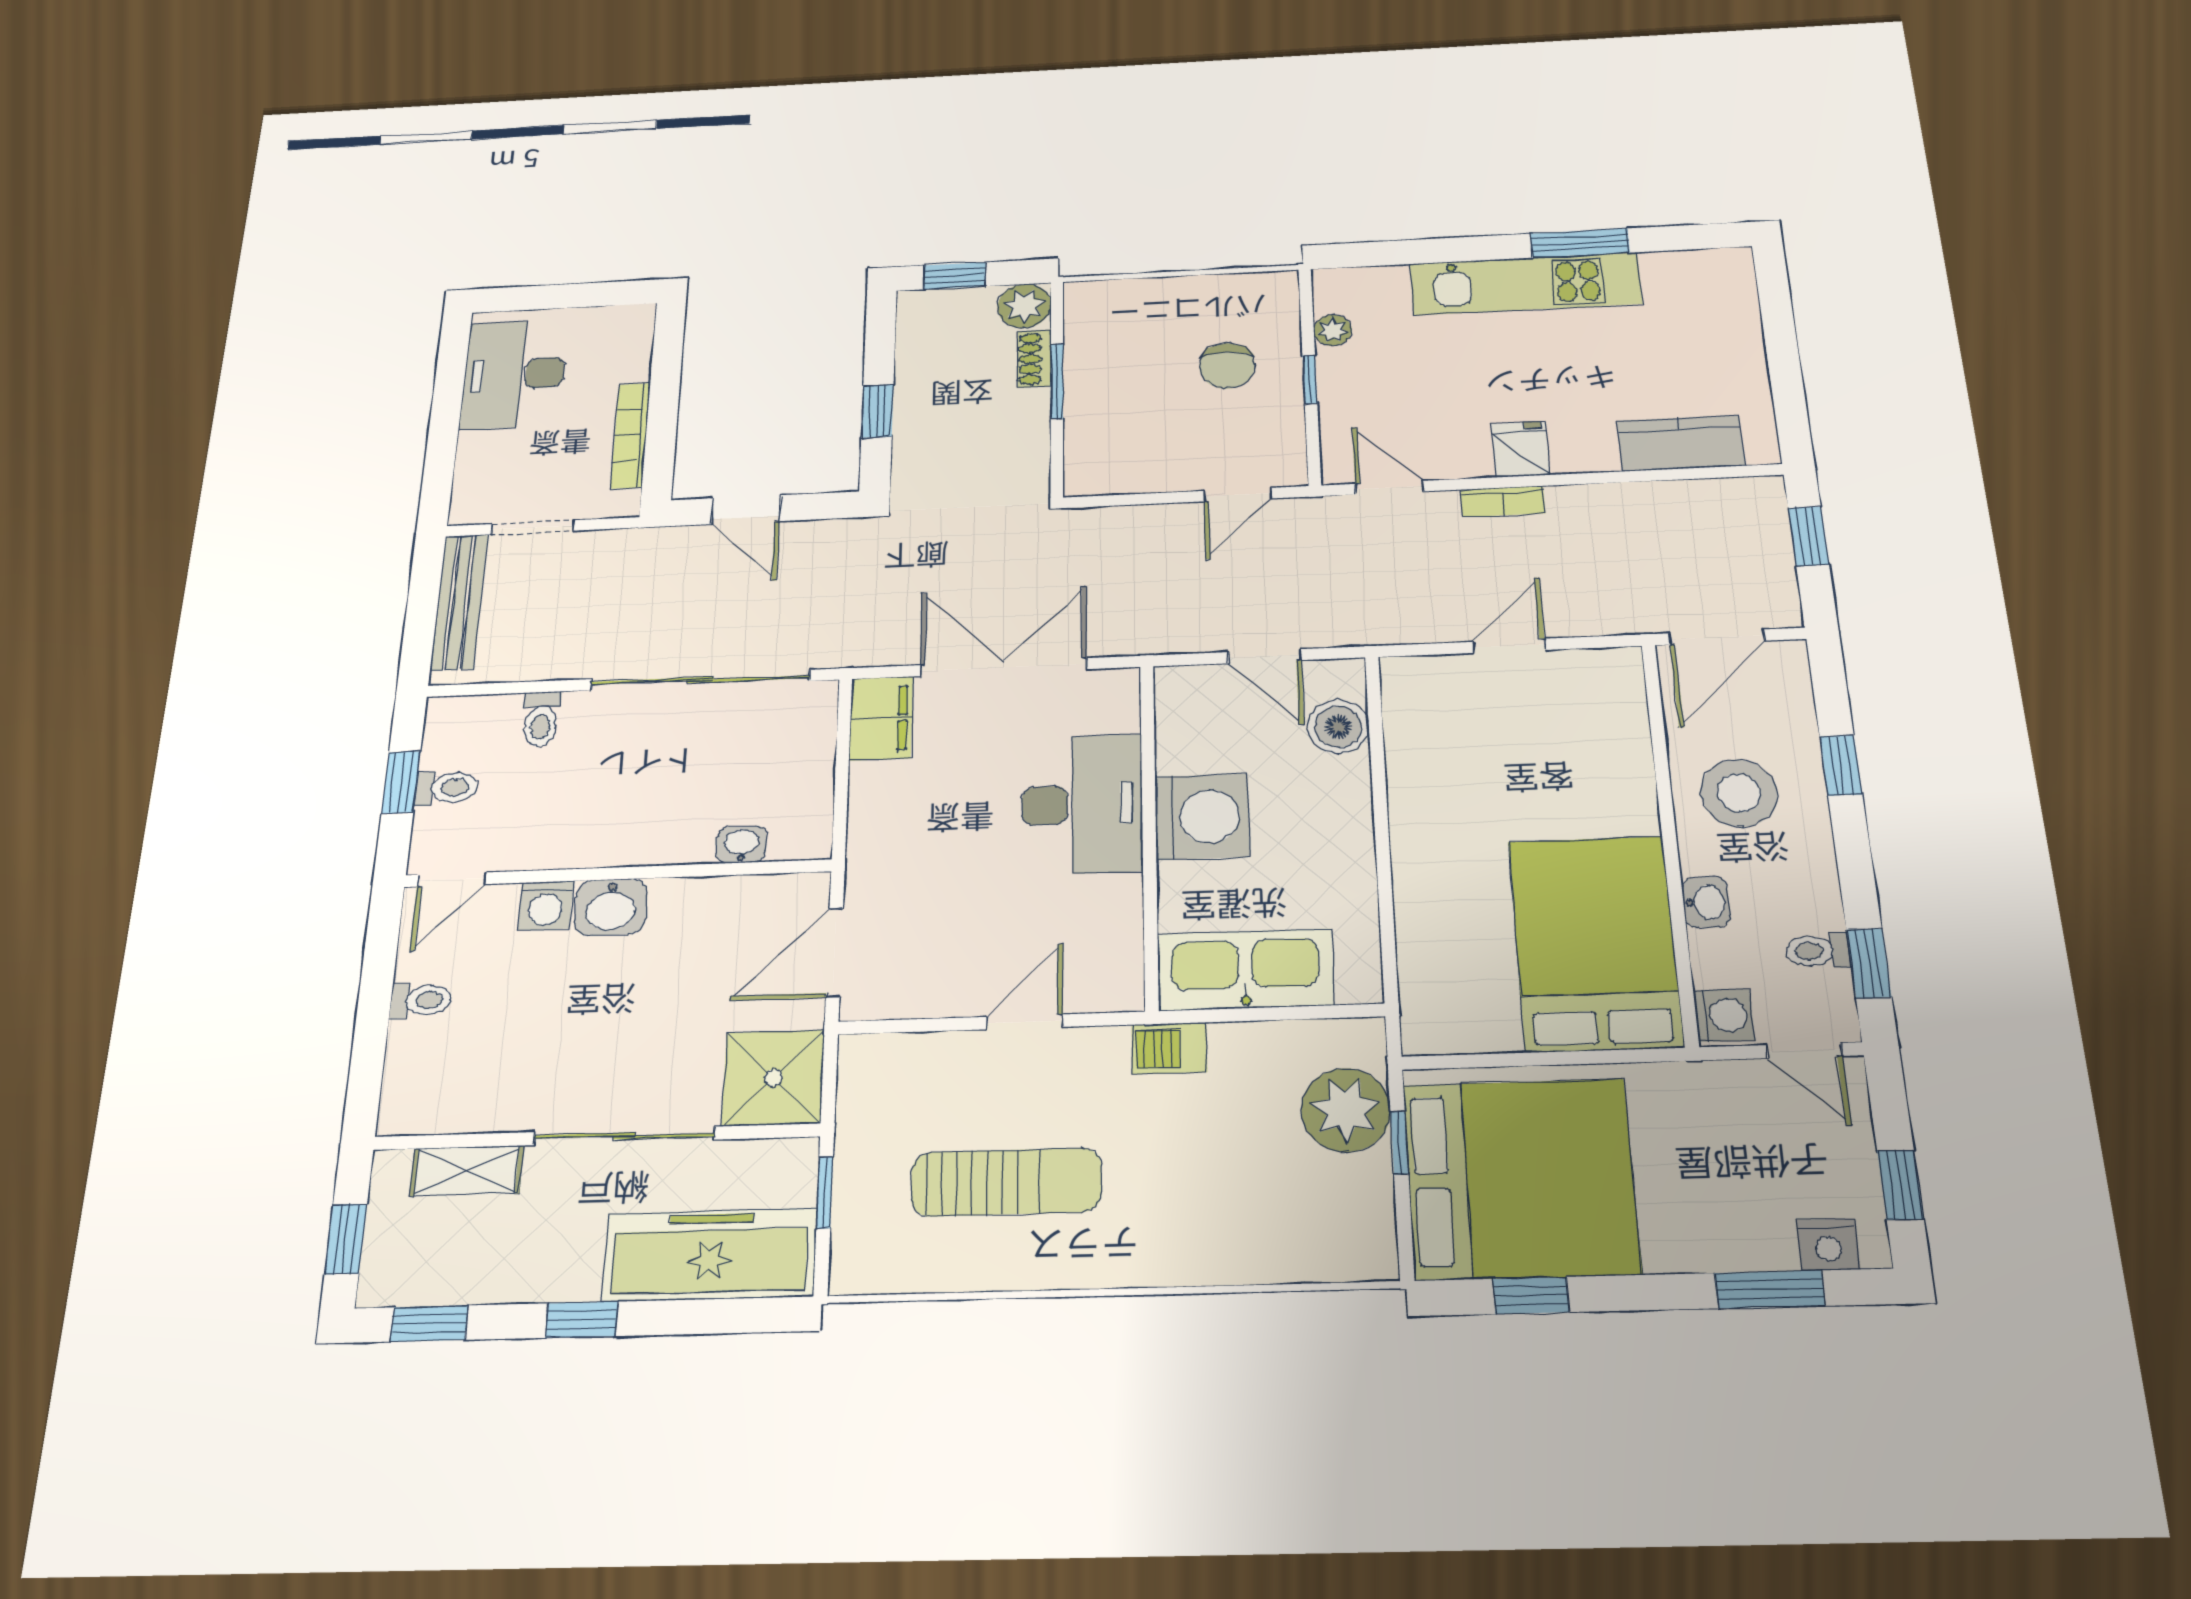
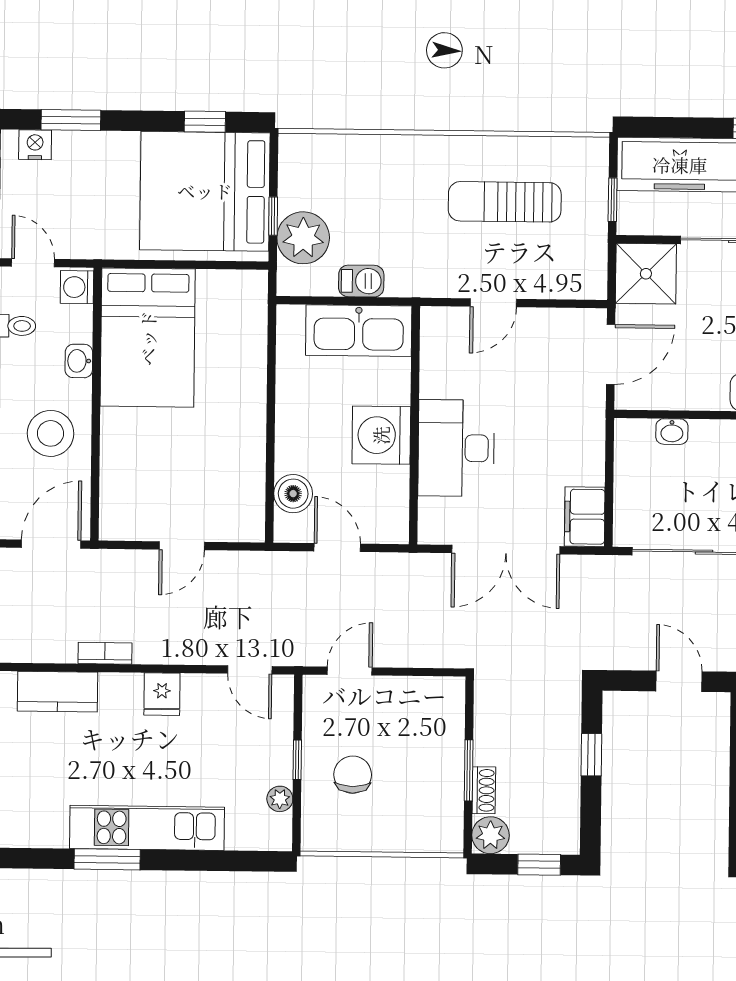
bookcase: (1503, 501) -> (105, 653), moved
barbecue: (1169, 1048) -> (361, 281), moved

